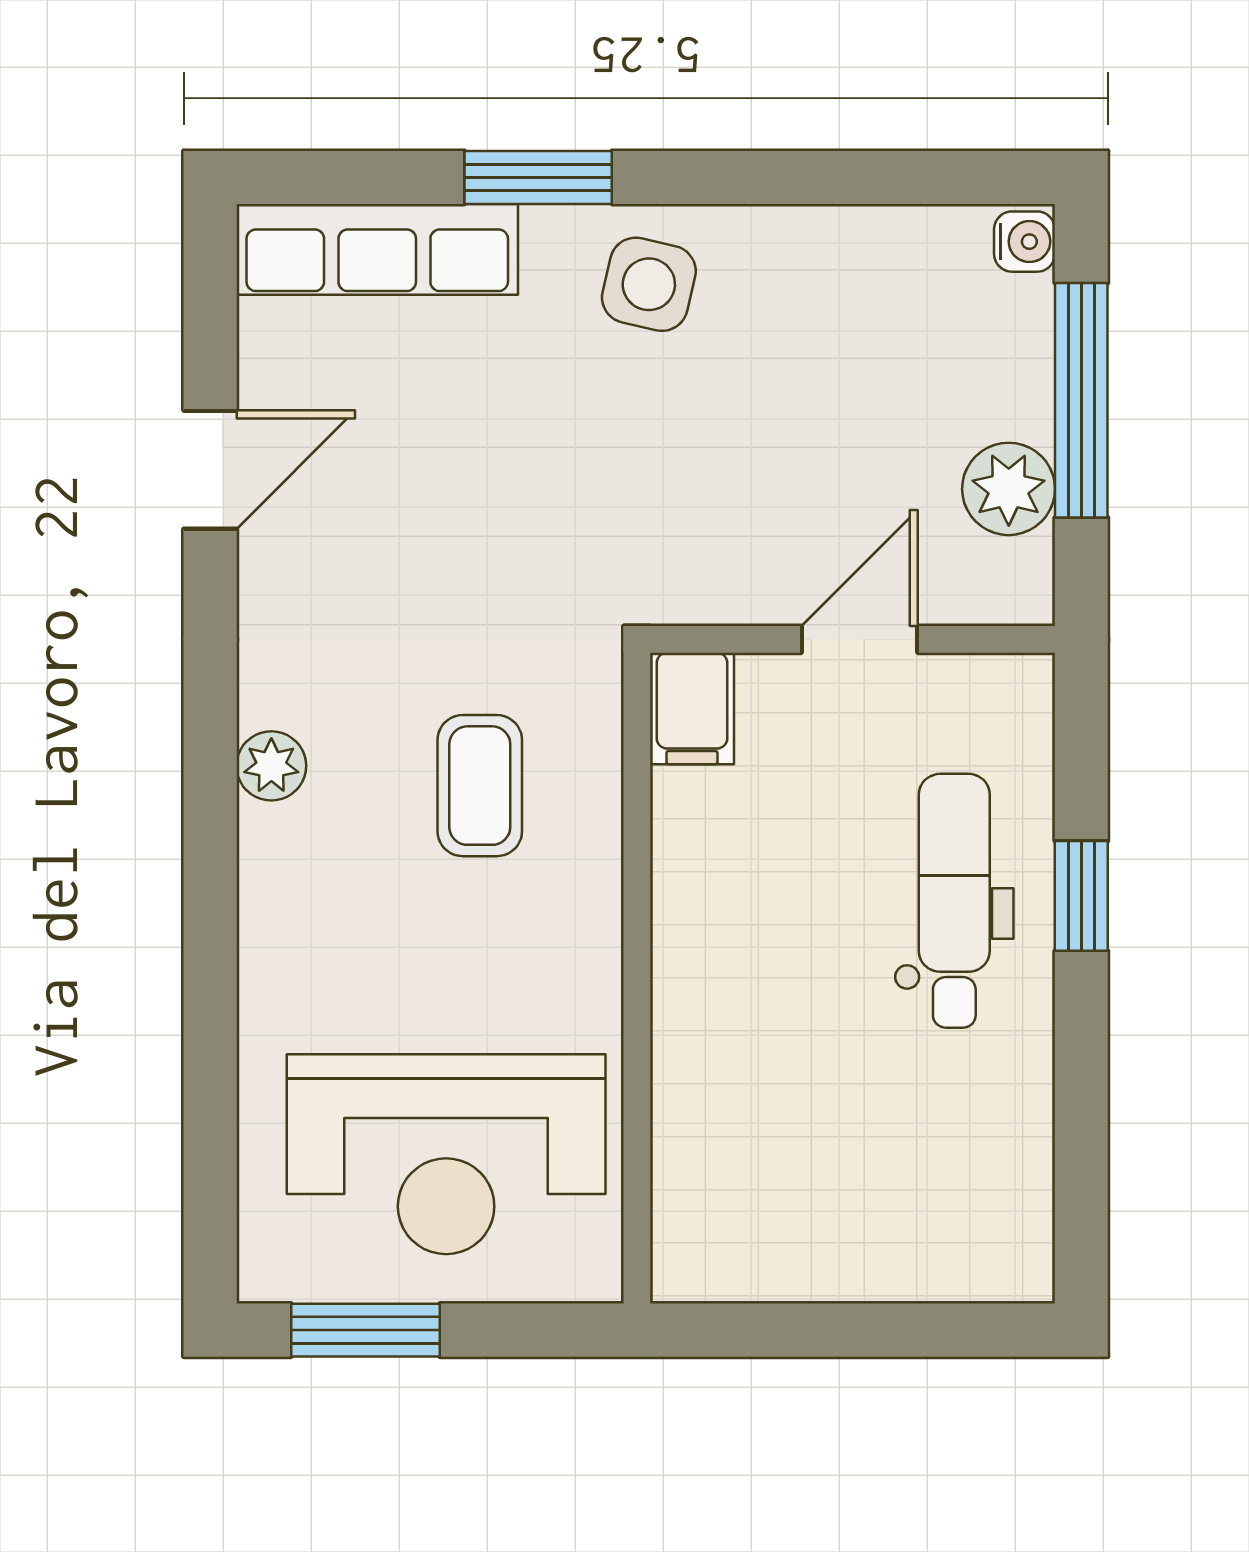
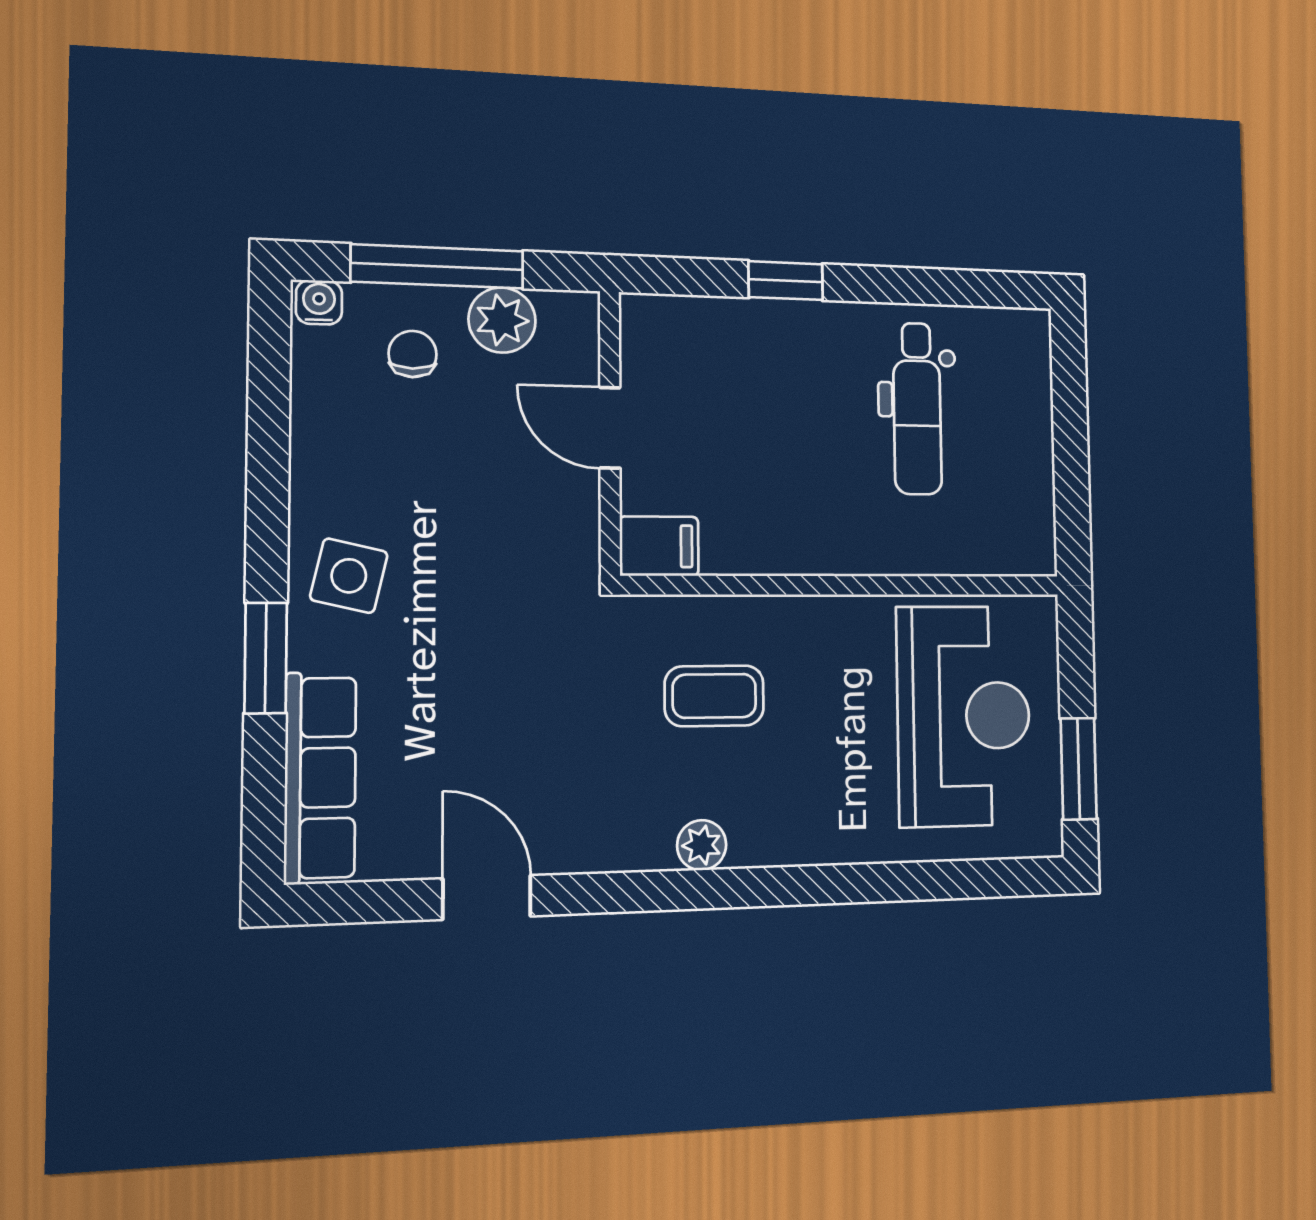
chair: (957, 367) -> (413, 354), added
dental chair: (954, 901) -> (917, 409), moved, turned -90

